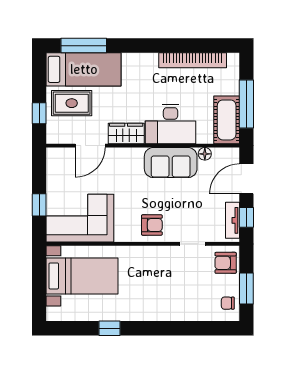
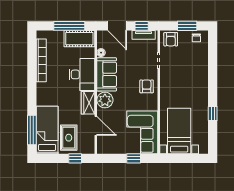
plant: (131, 160) -> (105, 100), added

